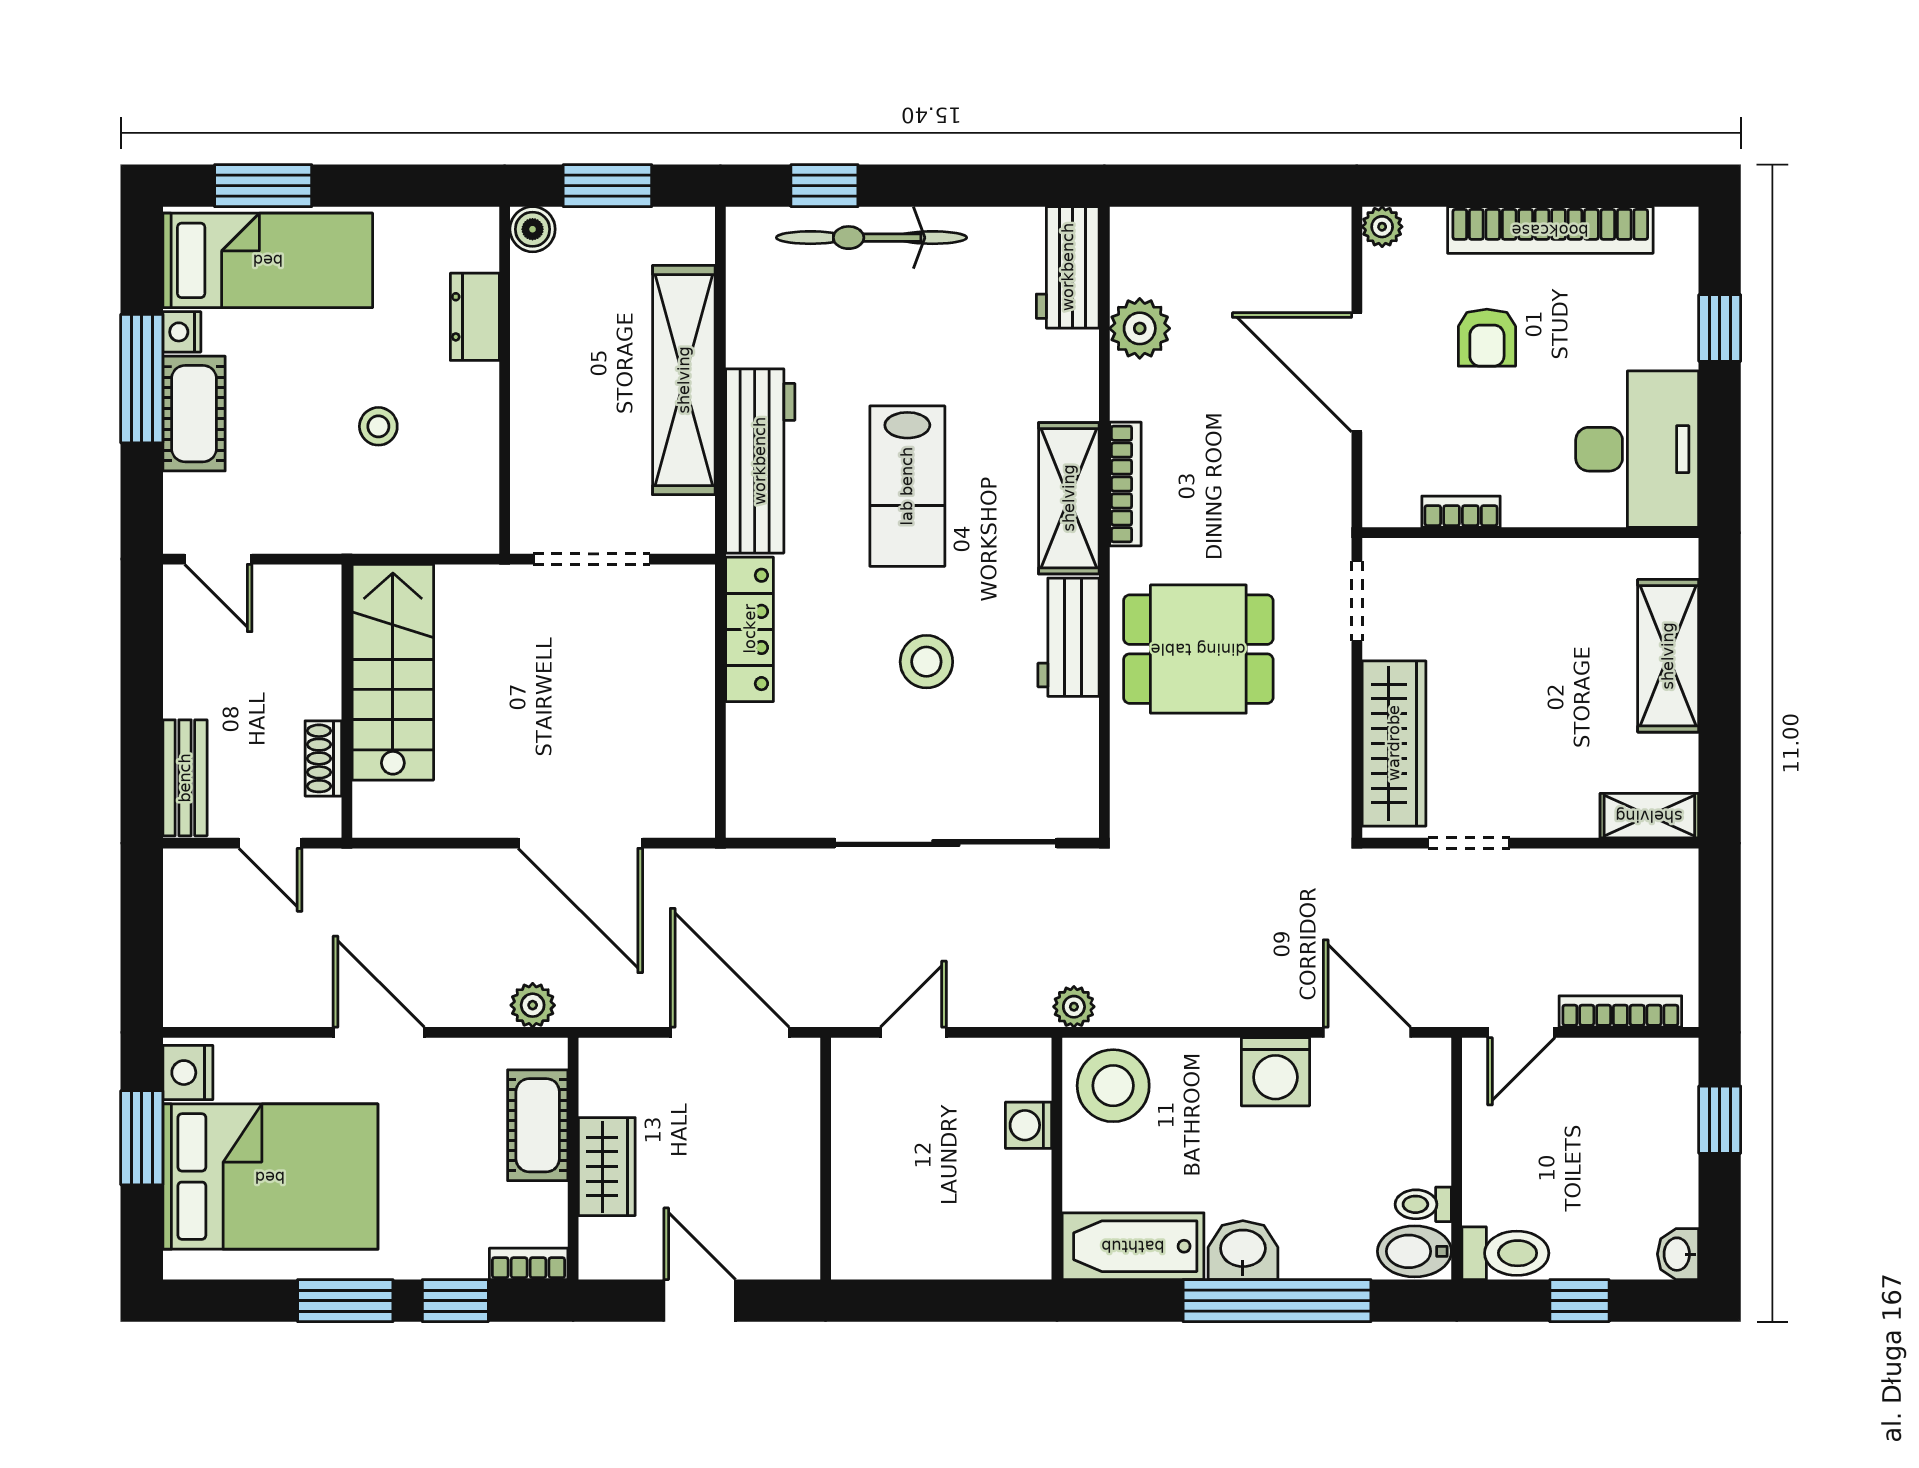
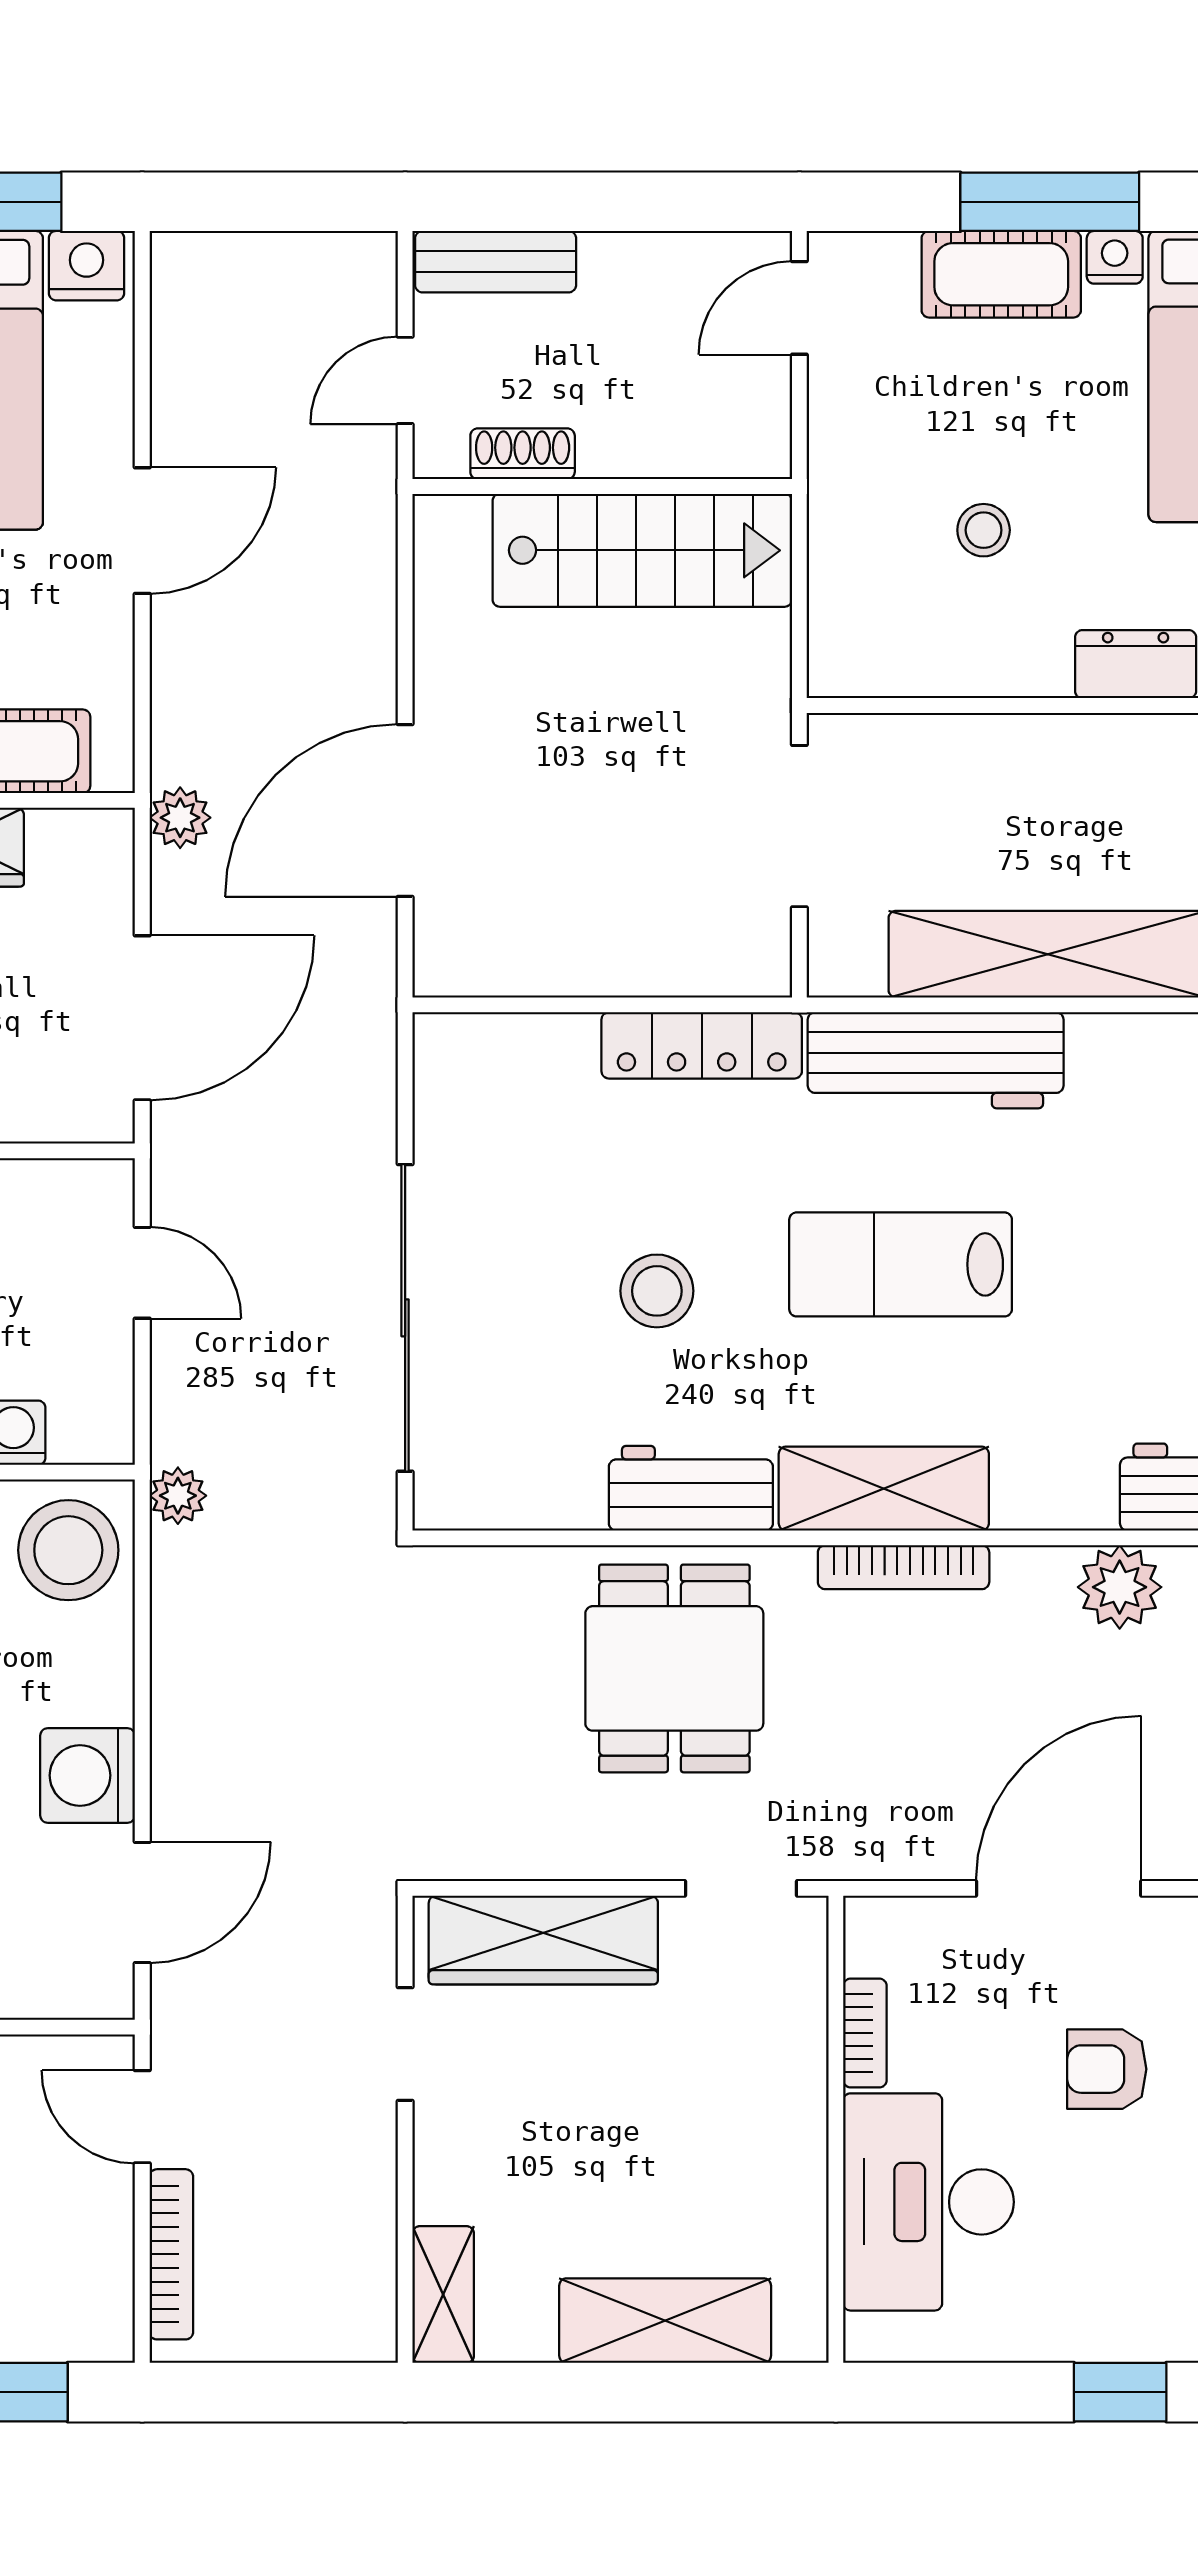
desk: (1637, 449) -> (929, 2202), moved, turned 90
plant: (533, 1005) -> (180, 818), moved

